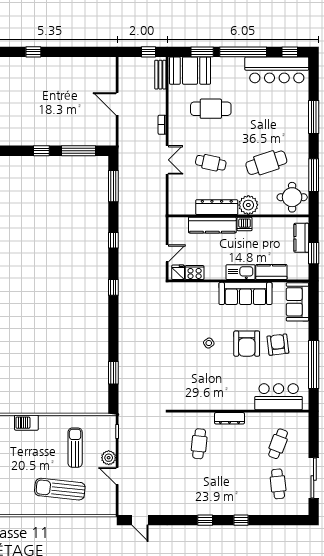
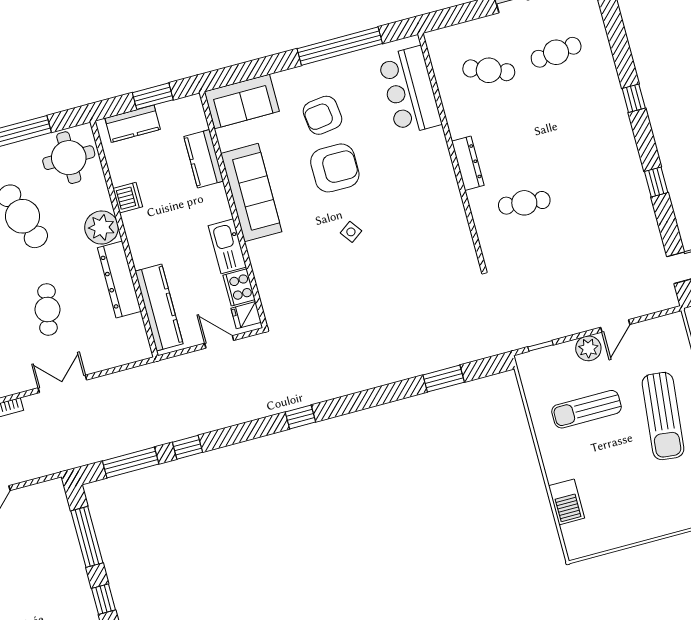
dishwasher: (245, 224) -> (128, 198), moved
kitchen counter: (212, 225) -> (159, 307), moved
window: (113, 240) -> (187, 447), moved
kitchen sink: (241, 272) -> (227, 246), moved
window: (205, 520) -> (656, 182), moved

